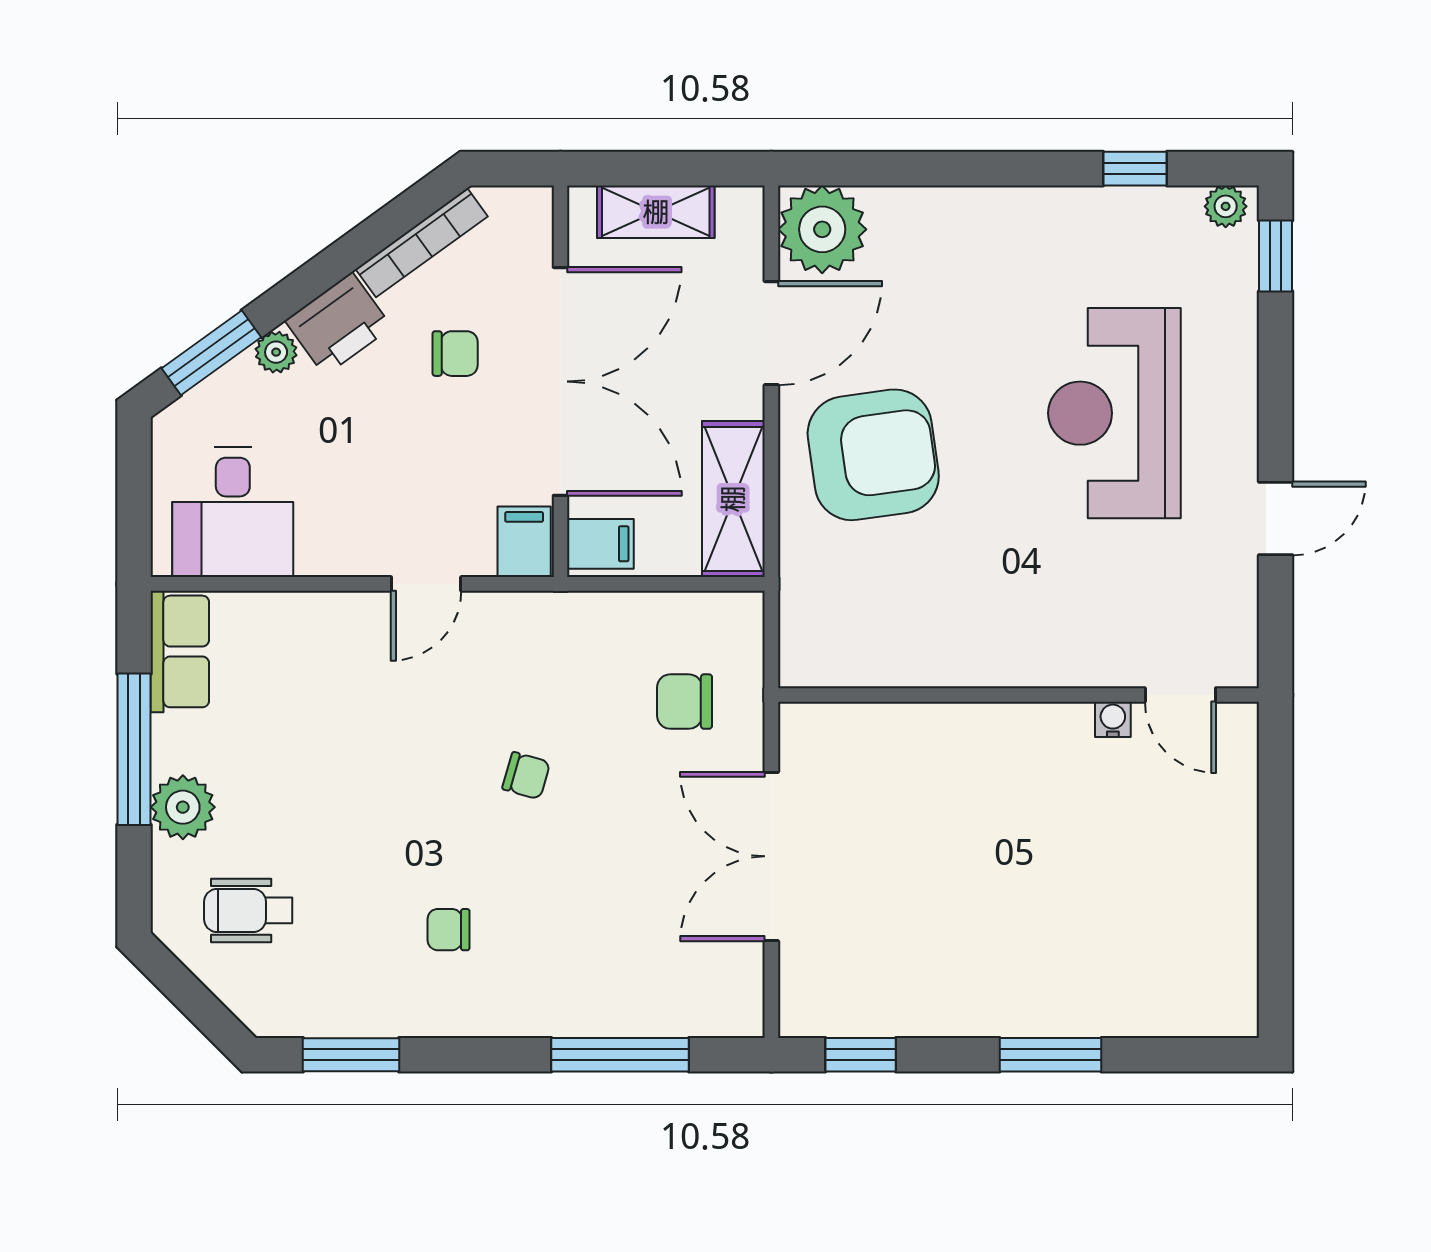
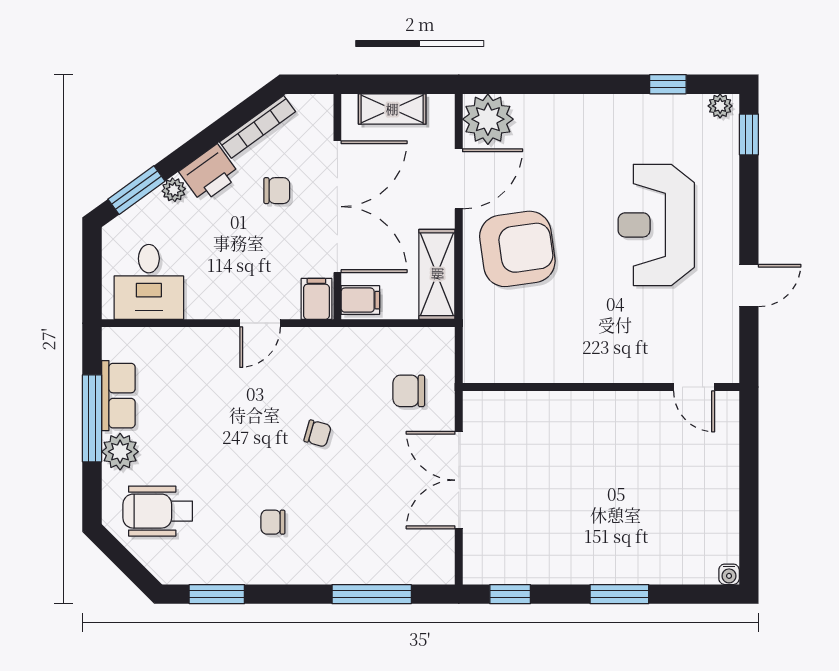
row of seats: (180, 651) -> (118, 396), moved
water cooler: (1113, 719) -> (729, 574), moved, turned 180
wheelchair: (248, 910) -> (158, 511), width x1.36, depth x1.37

